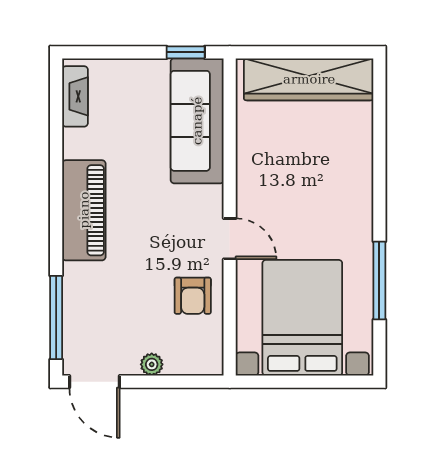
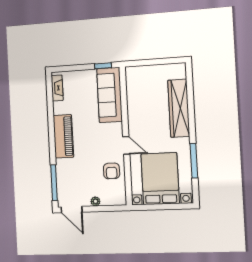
wardrobe: (309, 79) -> (179, 108), moved, turned 90

